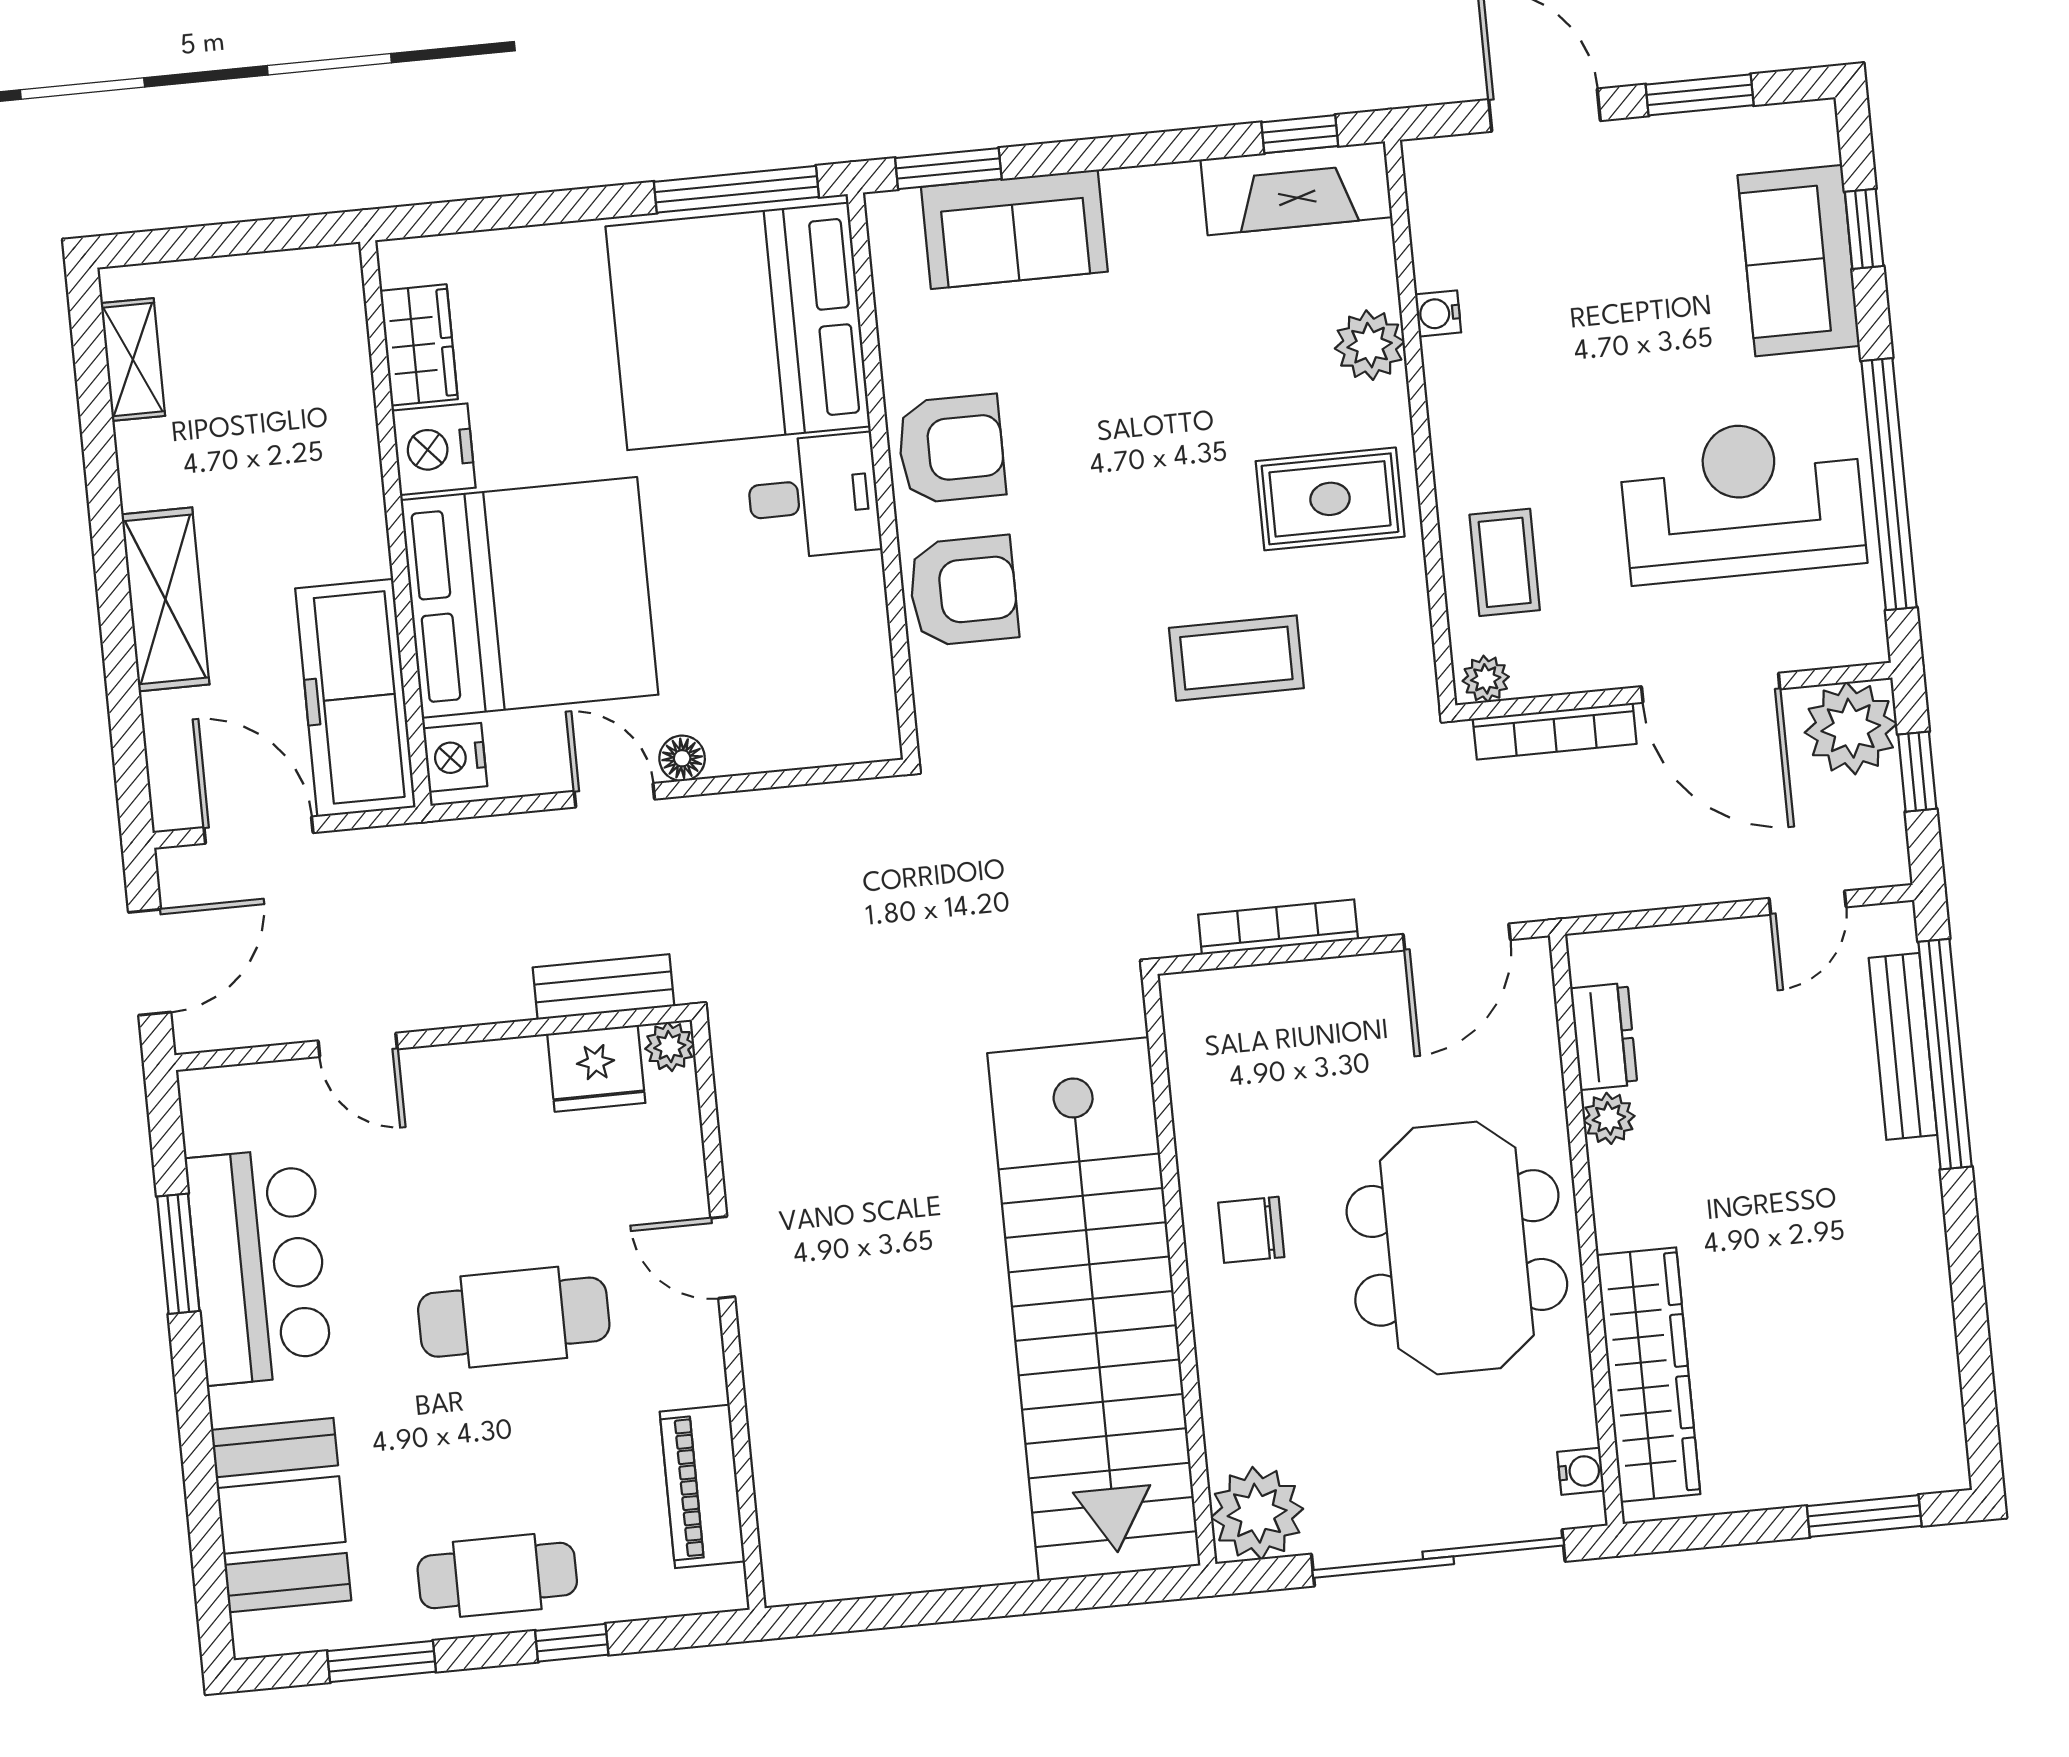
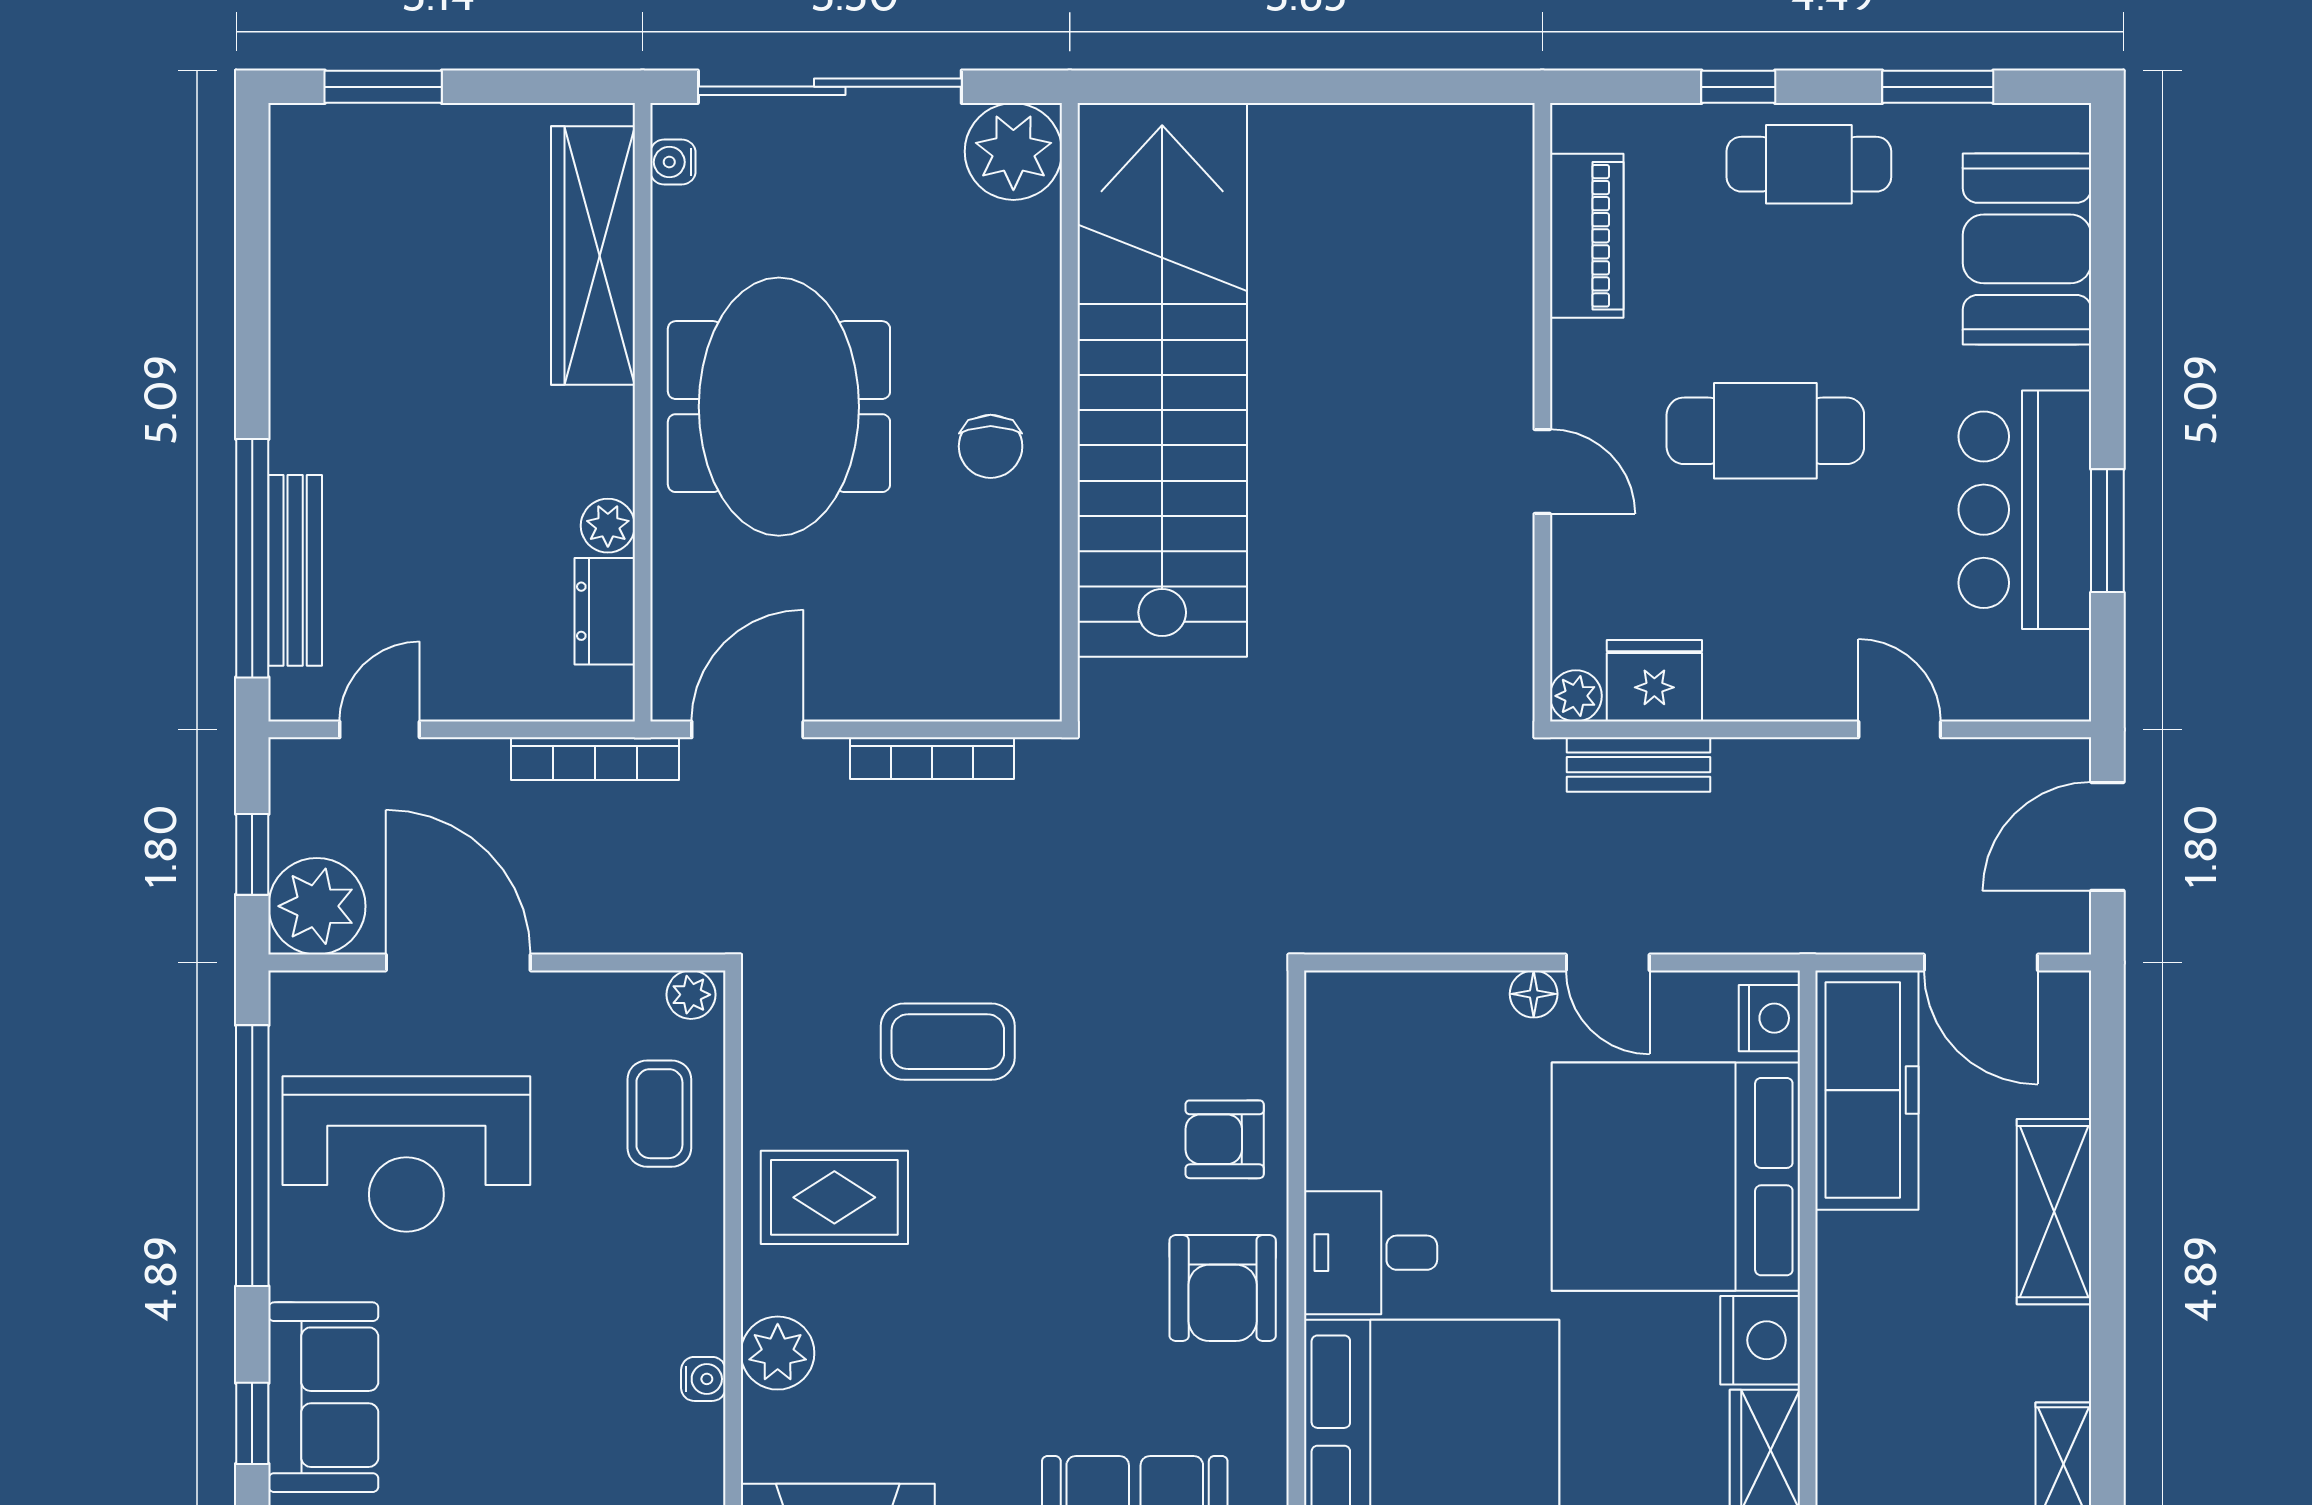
armchair: (951, 449) -> (1223, 1288), turned -90
armchair: (963, 591) -> (1225, 1139), width x0.72, depth x0.72
bookcase: (1555, 731) -> (595, 759), moved, turned 180
chair: (1251, 1230) -> (991, 446), turned 90

